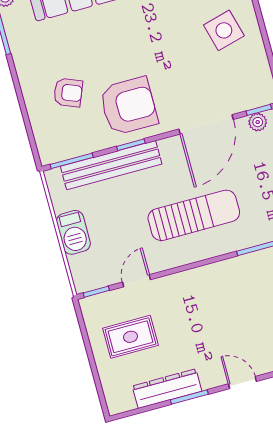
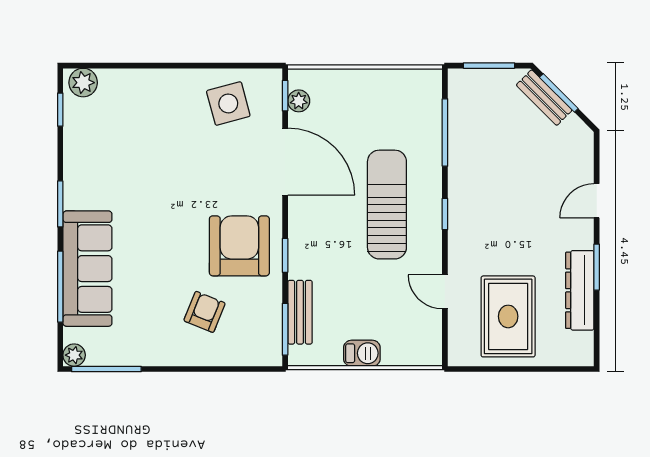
side table: (224, 30) -> (228, 103), moved
bench: (111, 165) -> (300, 312), width x0.54, depth x0.82
barbecue: (73, 232) -> (362, 353), width x0.73, depth x0.79
window: (96, 292) -> (445, 214), moved
rug: (130, 337) -> (508, 316), width x1.36, depth x1.43

